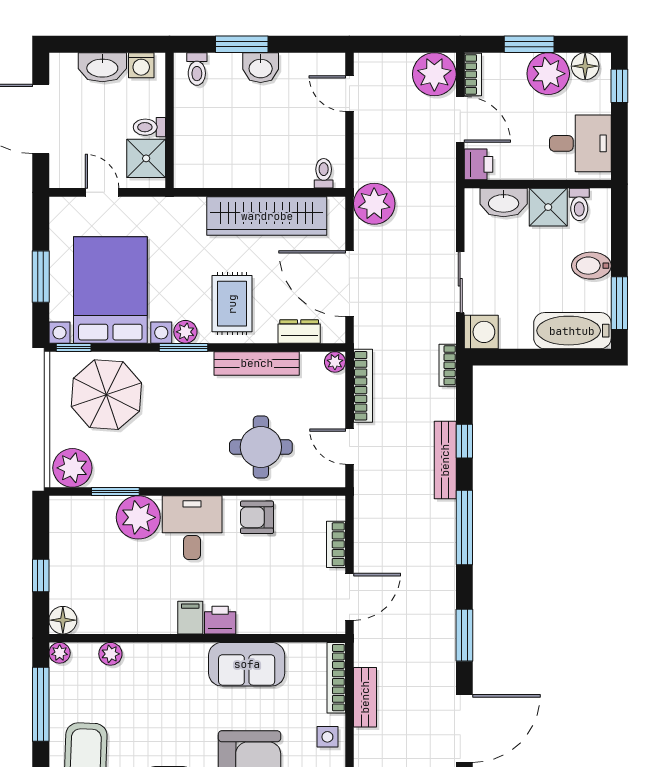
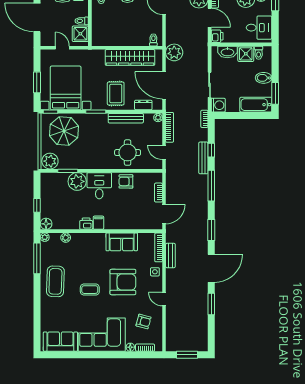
plant: (185, 332) -> (97, 105), removed
printer: (220, 620) -> (86, 224), moved

